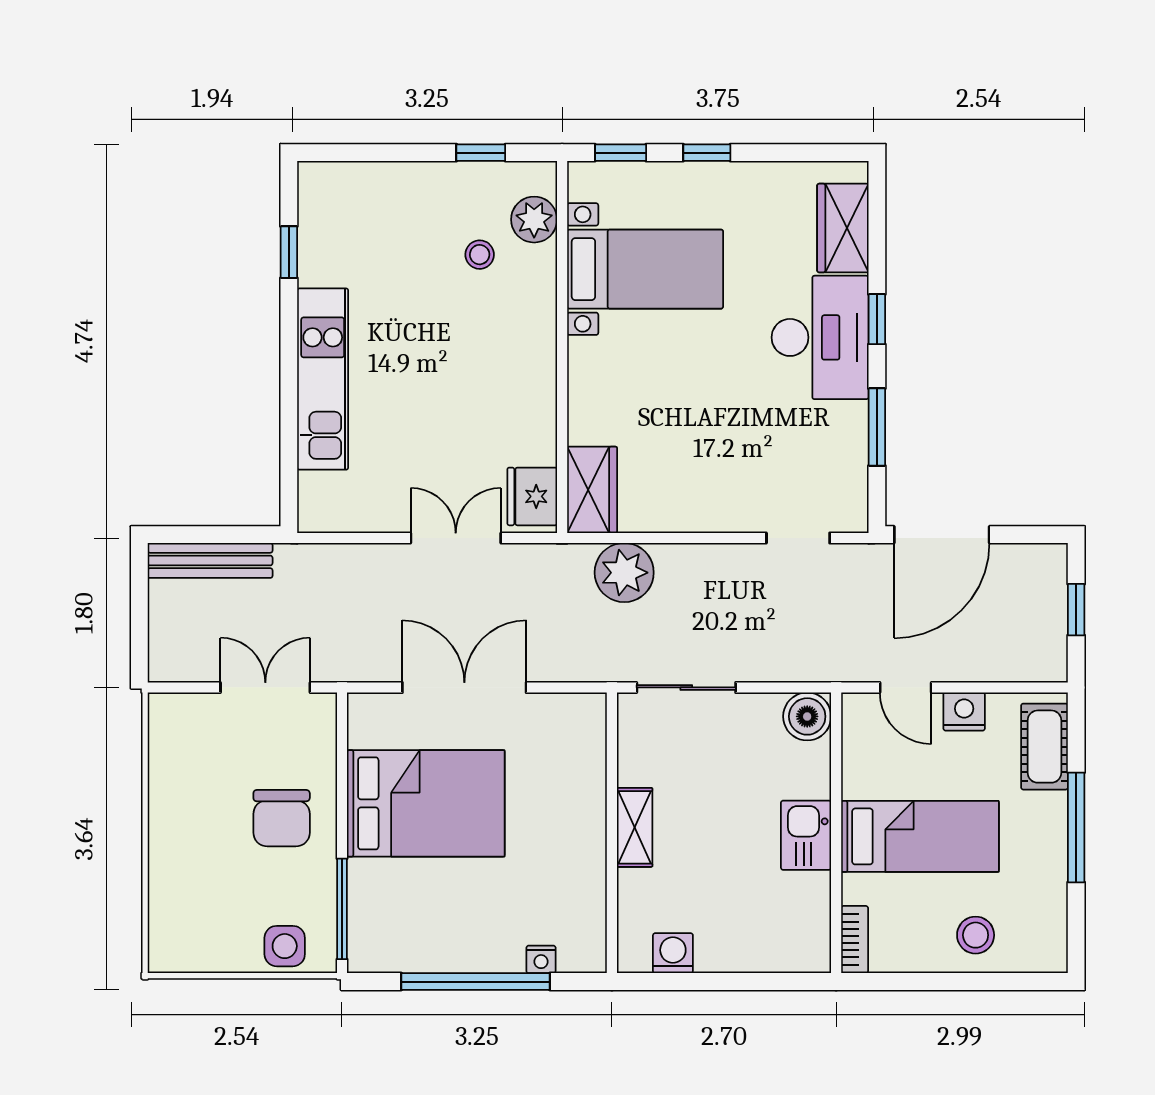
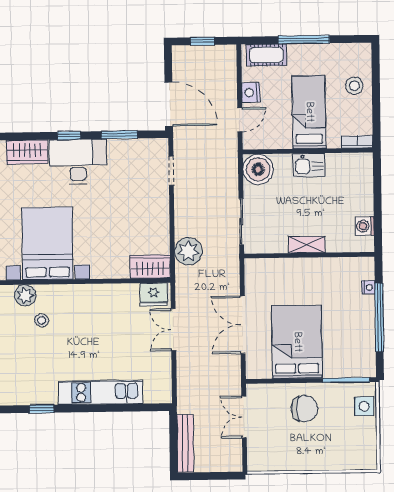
bed with nightstands: (645, 269) -> (47, 243), width x1.36
boiler: (807, 716) -> (258, 169), width x1.37, depth x1.37

